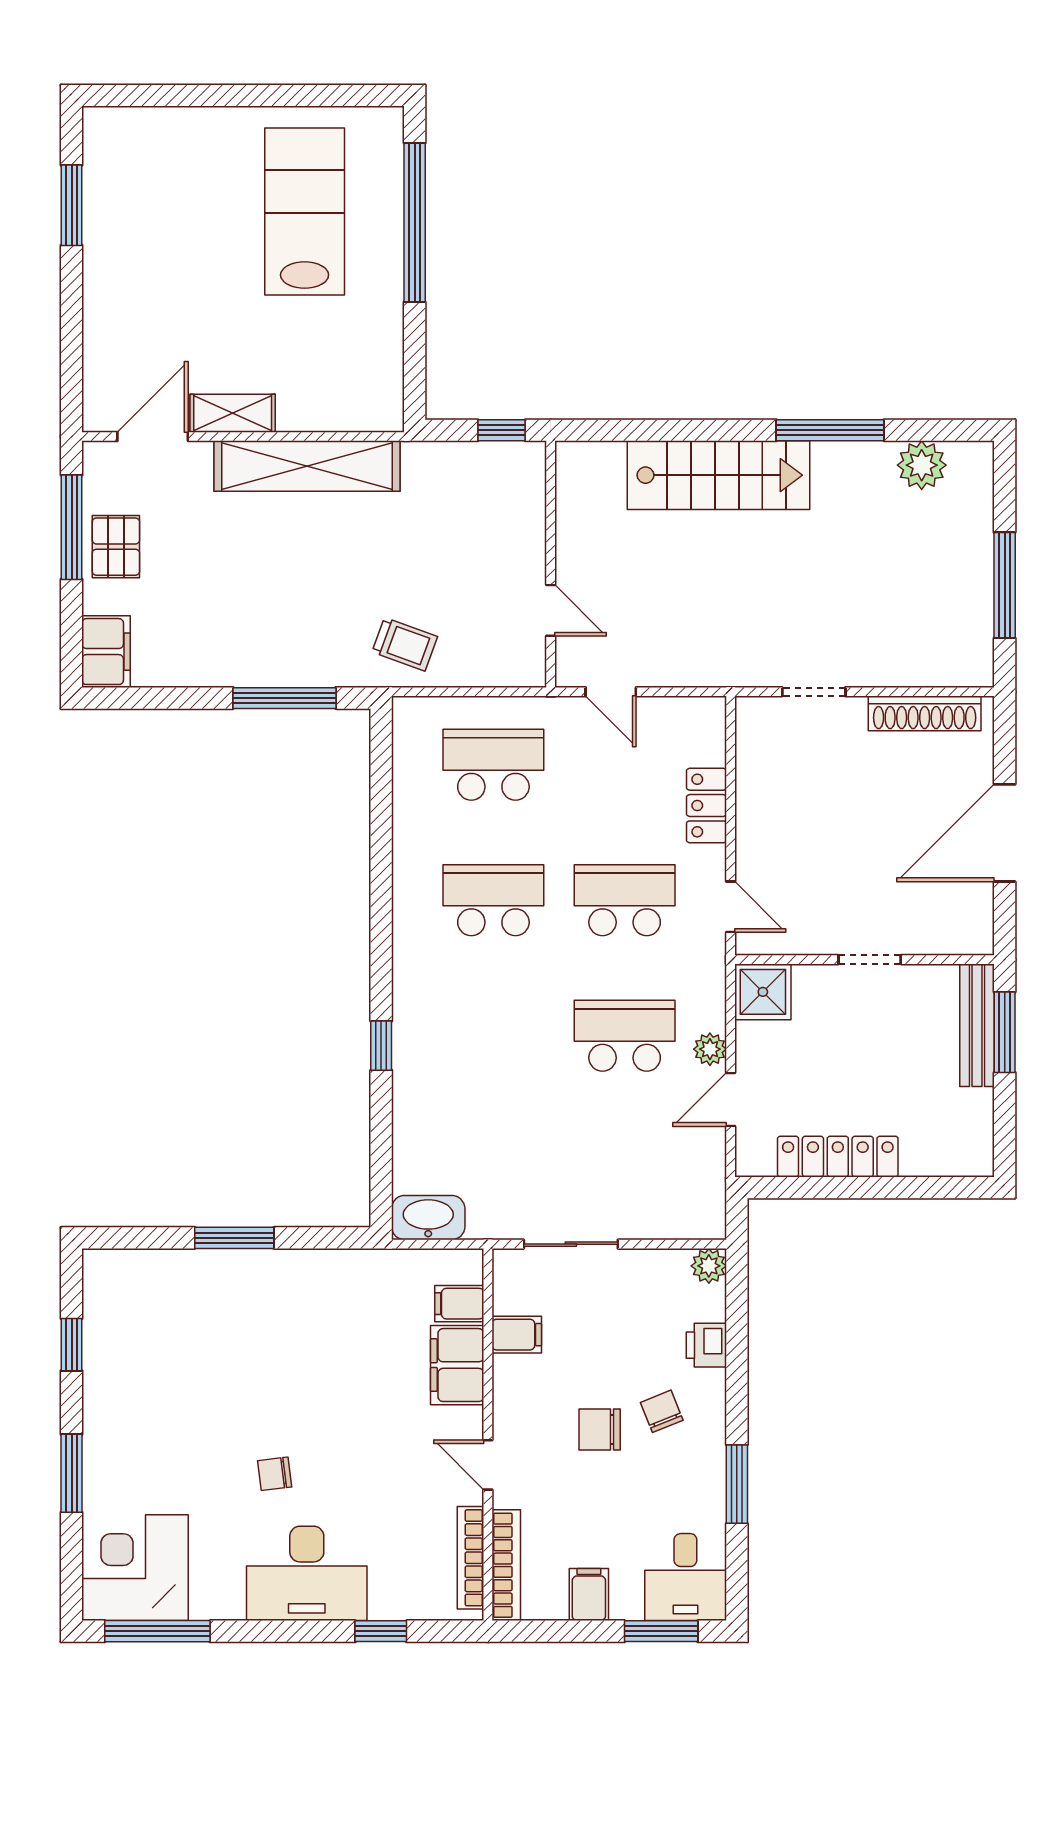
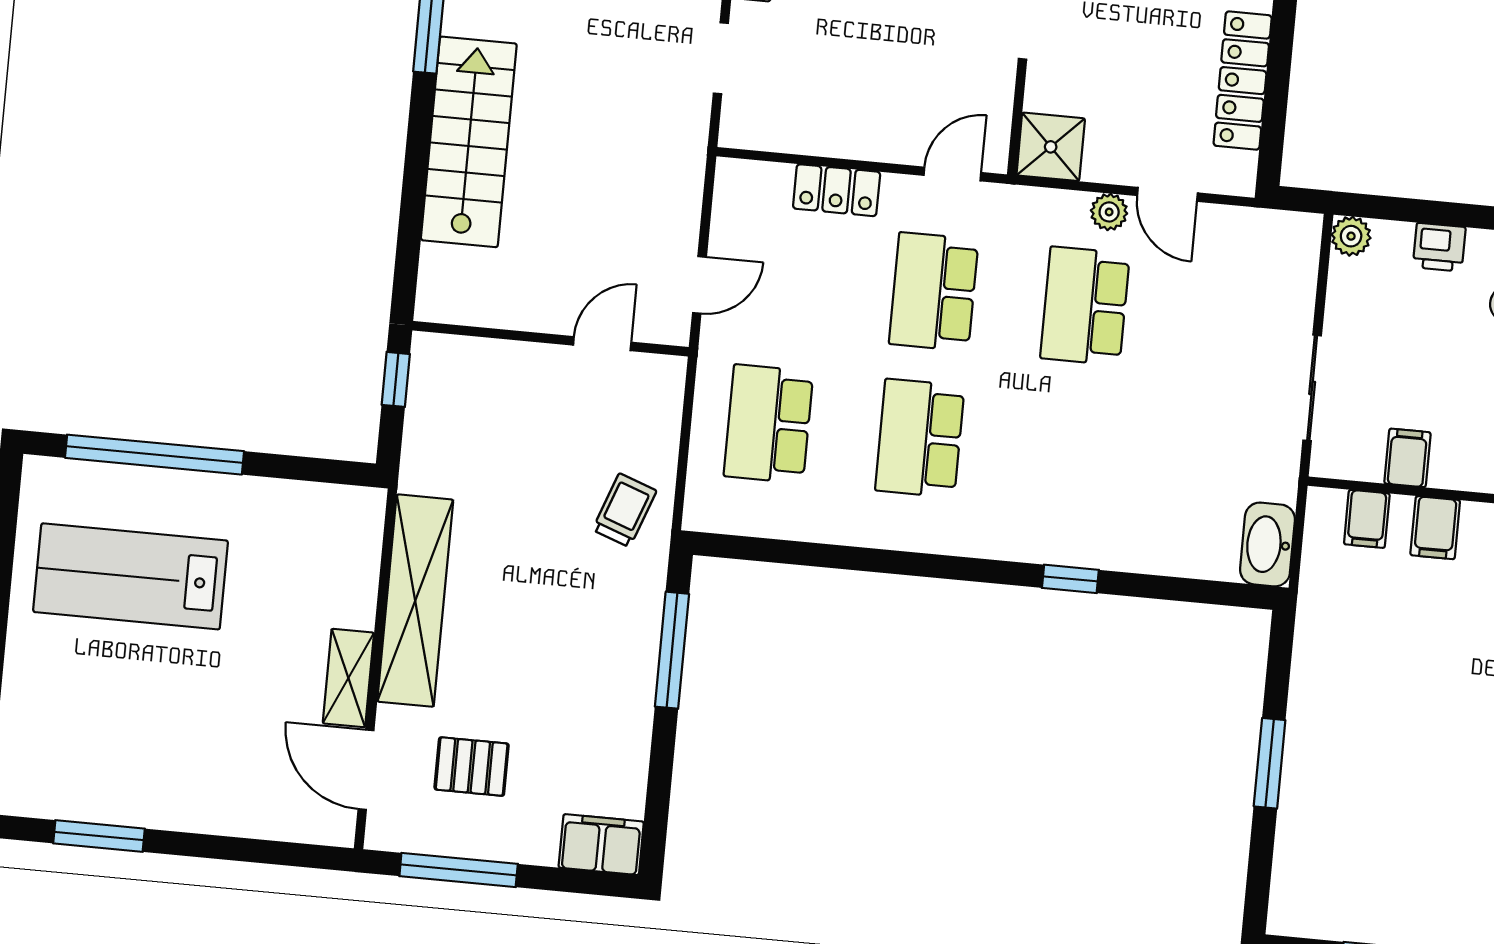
pallet: (116, 547) -> (472, 767), moved
filing cabinet: (457, 1365) -> (1435, 528), width x0.50

